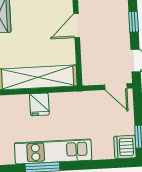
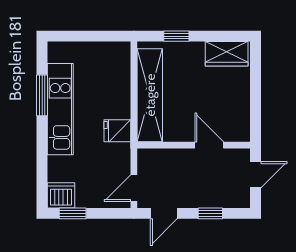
fridge: (39, 104) -> (117, 131), moved

